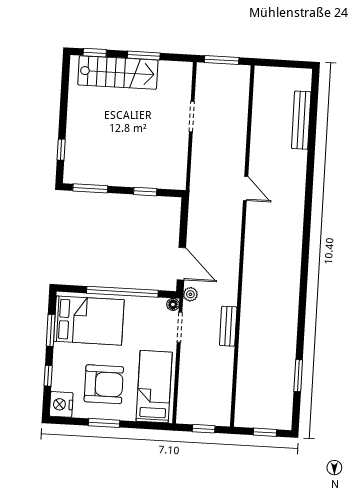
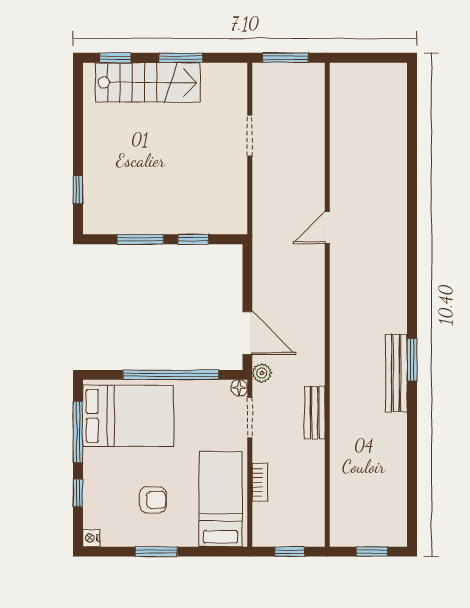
bench: (301, 120) -> (396, 373), moved
window: (90, 188) -> (140, 239), moved
door: (246, 189) -> (327, 228), swing flipped
window: (51, 330) -> (78, 432), width x1.44
bookcase: (184, 376) -> (260, 482), added
window: (298, 376) -> (412, 360), moved
armchair: (104, 384) -> (153, 500), width x0.53, depth x0.53
nightstand: (61, 404) -> (91, 538), width x0.53, depth x0.56

